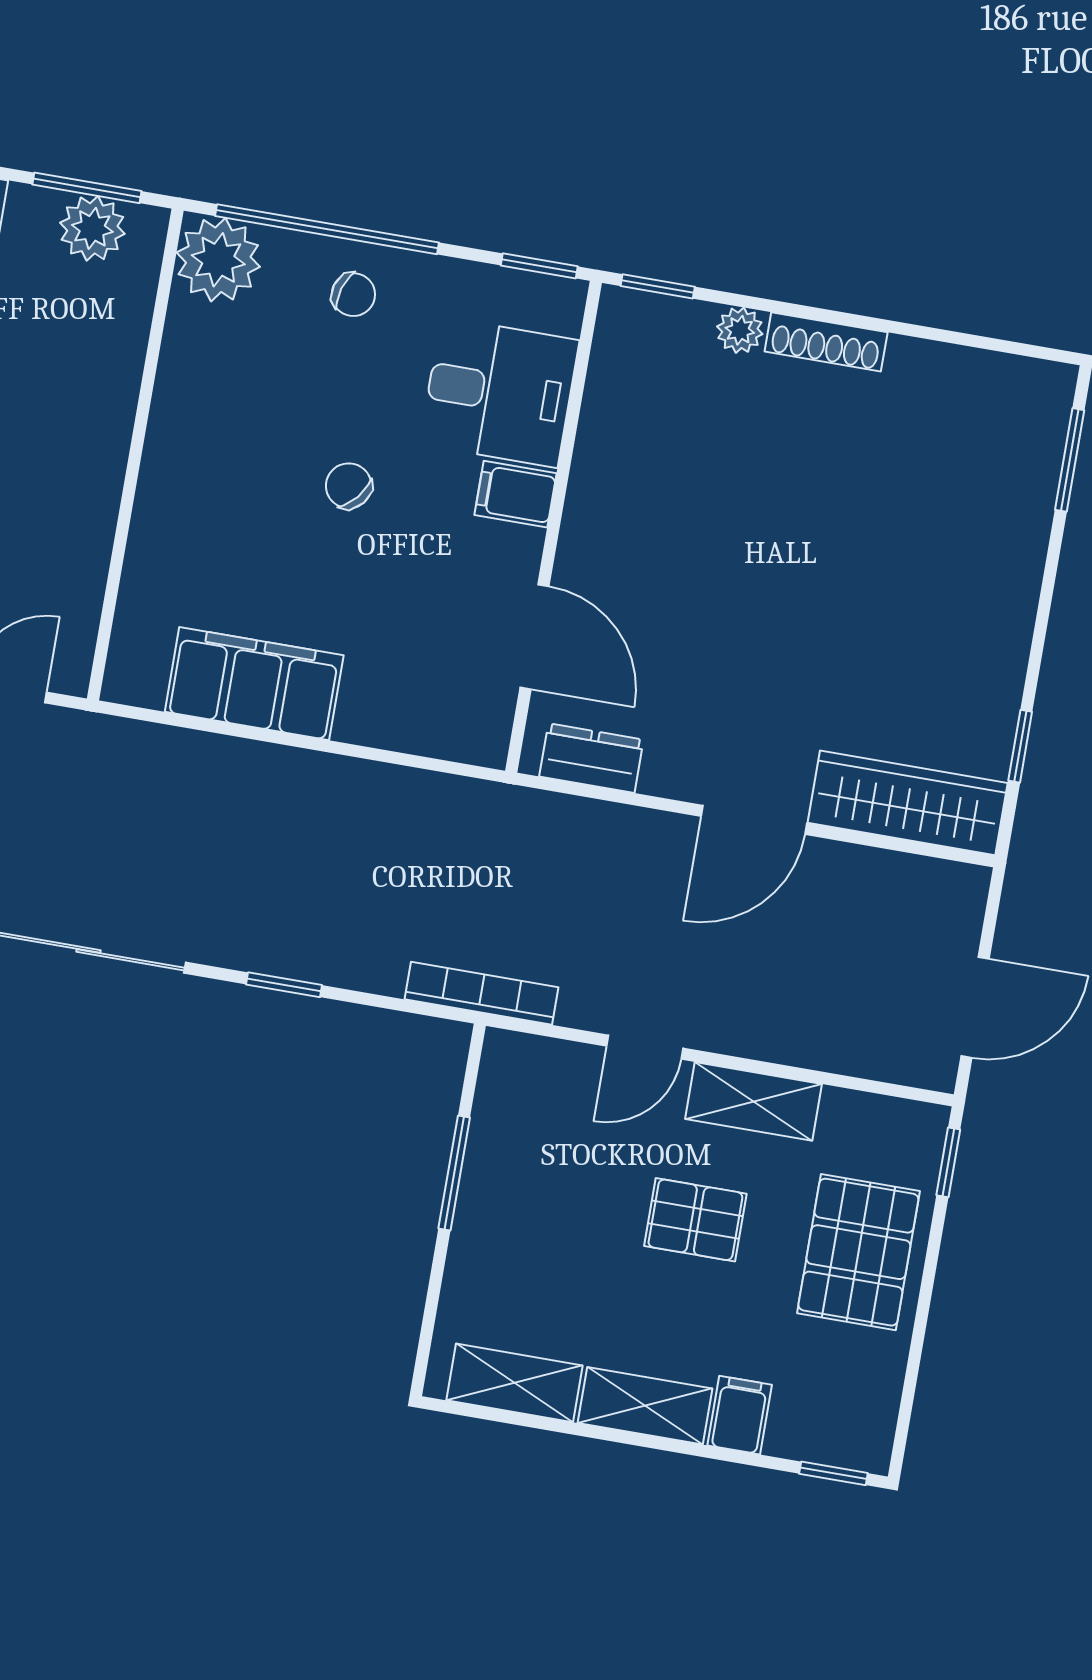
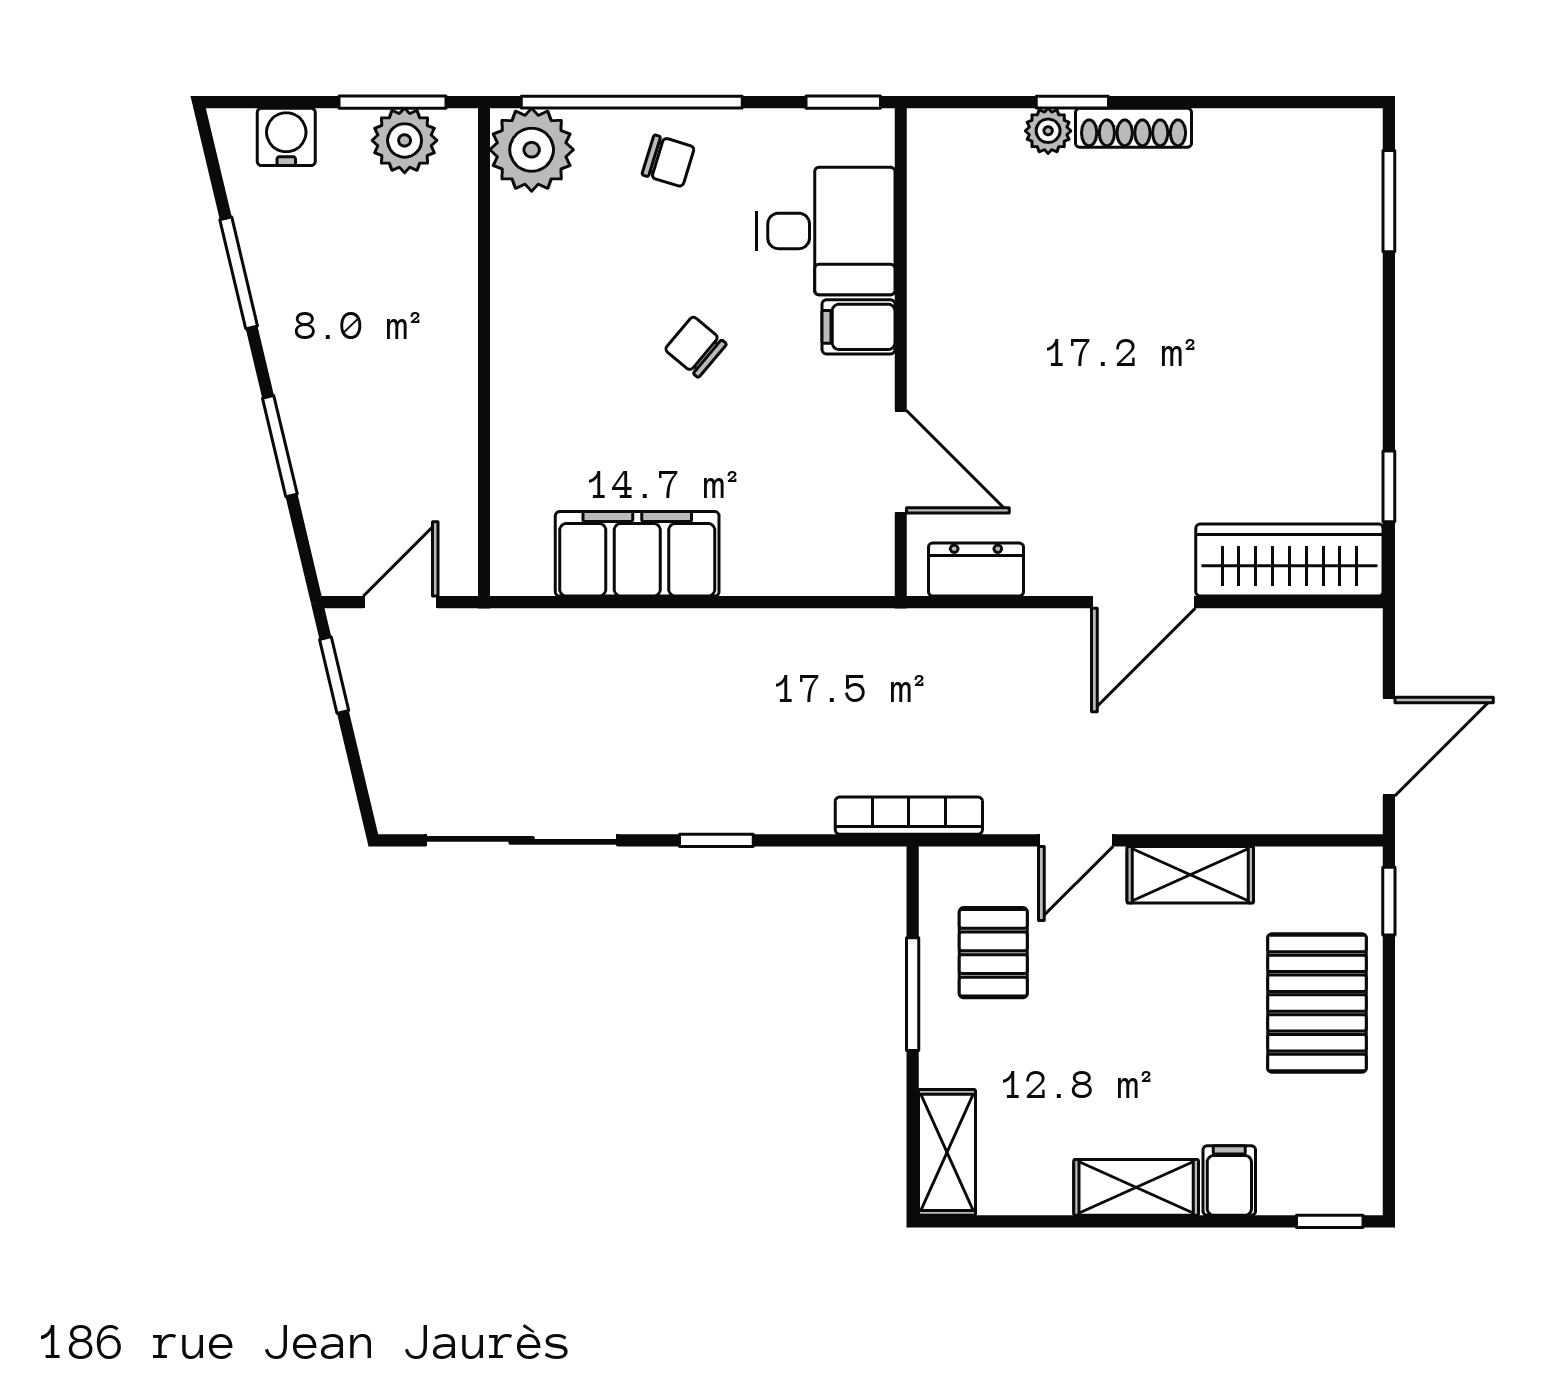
window: (658, 286) -> (1072, 102), moved
pallet: (695, 1220) -> (993, 953), moved, turned 90
shelving: (514, 1383) -> (947, 1152), moved, turned 90

